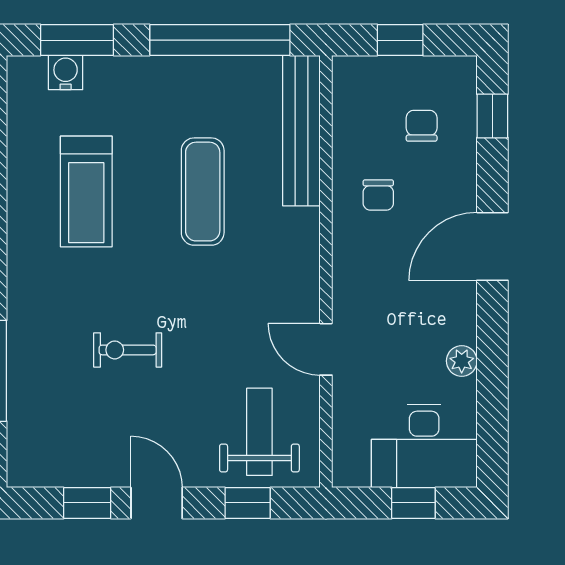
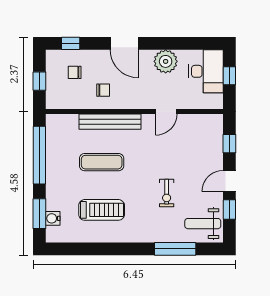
bench: (301, 131) -> (110, 122), moved
plant: (462, 361) -> (166, 61), width x1.88, depth x1.88
weight bench: (259, 432) -> (203, 224), moved

